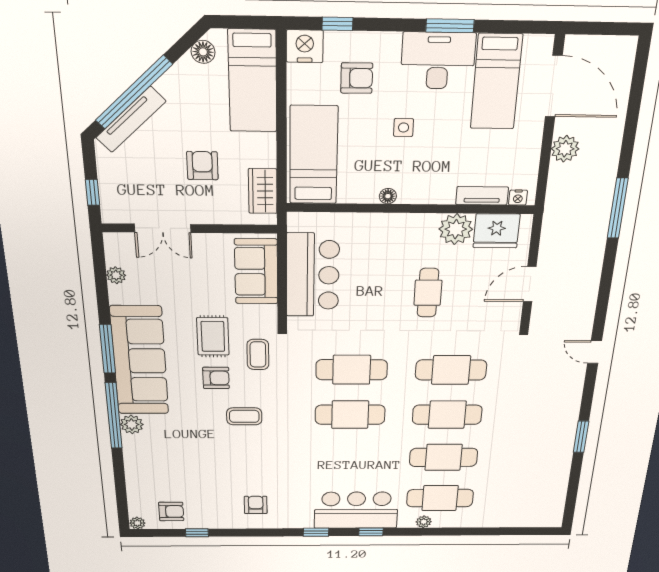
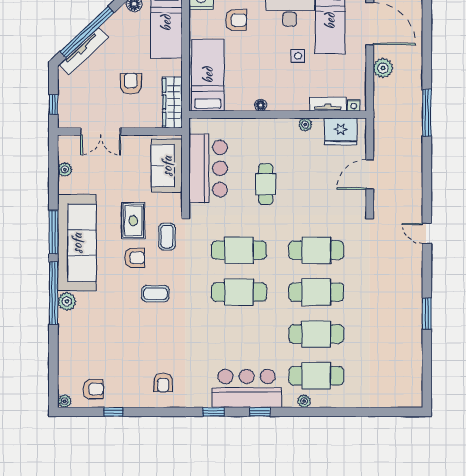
side table: (404, 128) -> (298, 56), moved
wardrobe: (263, 191) -> (172, 102), width x1.50
plant: (456, 229) -> (305, 124), width x0.53, depth x0.53
cafe table: (428, 293) -> (266, 184), moved
armchair: (256, 505) -> (163, 382), turned 180

